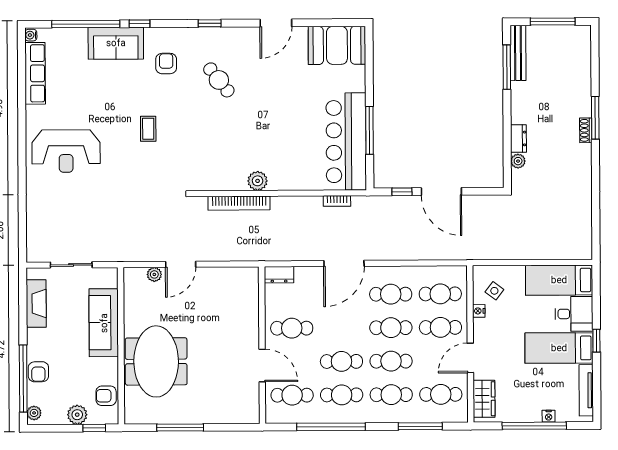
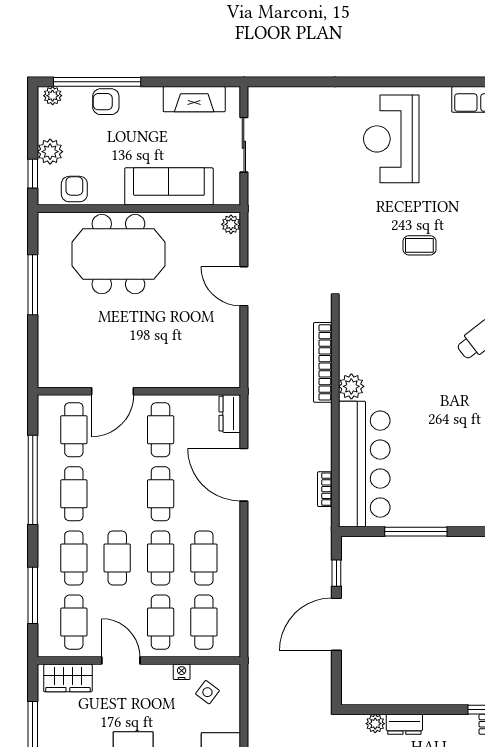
bar counter: (346, 142) -> (364, 464), moved, turned 90
door: (344, 263) -> (244, 475), moved
plant: (154, 274) -> (231, 224), moved
cafe table: (341, 361) -> (161, 494), moved

